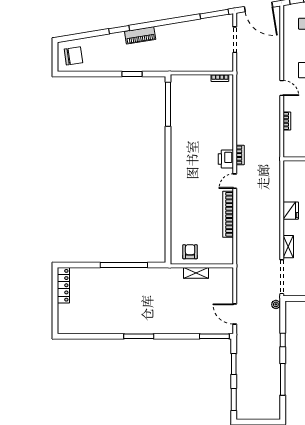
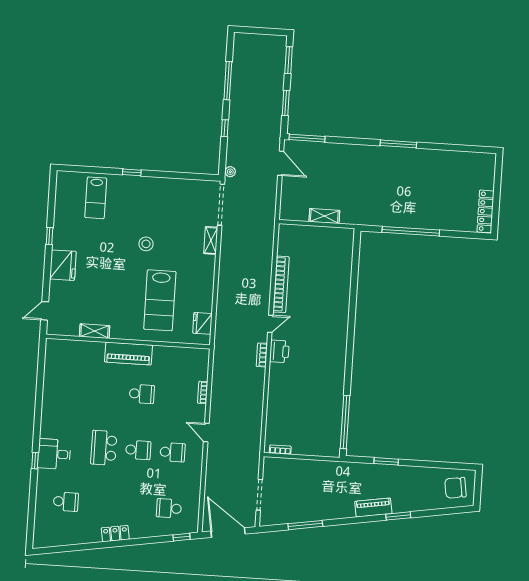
window: (214, 14) -> (305, 525), moved
fridge: (291, 211) -> (202, 323), moved
armchair: (190, 252) -> (330, 242), removed

